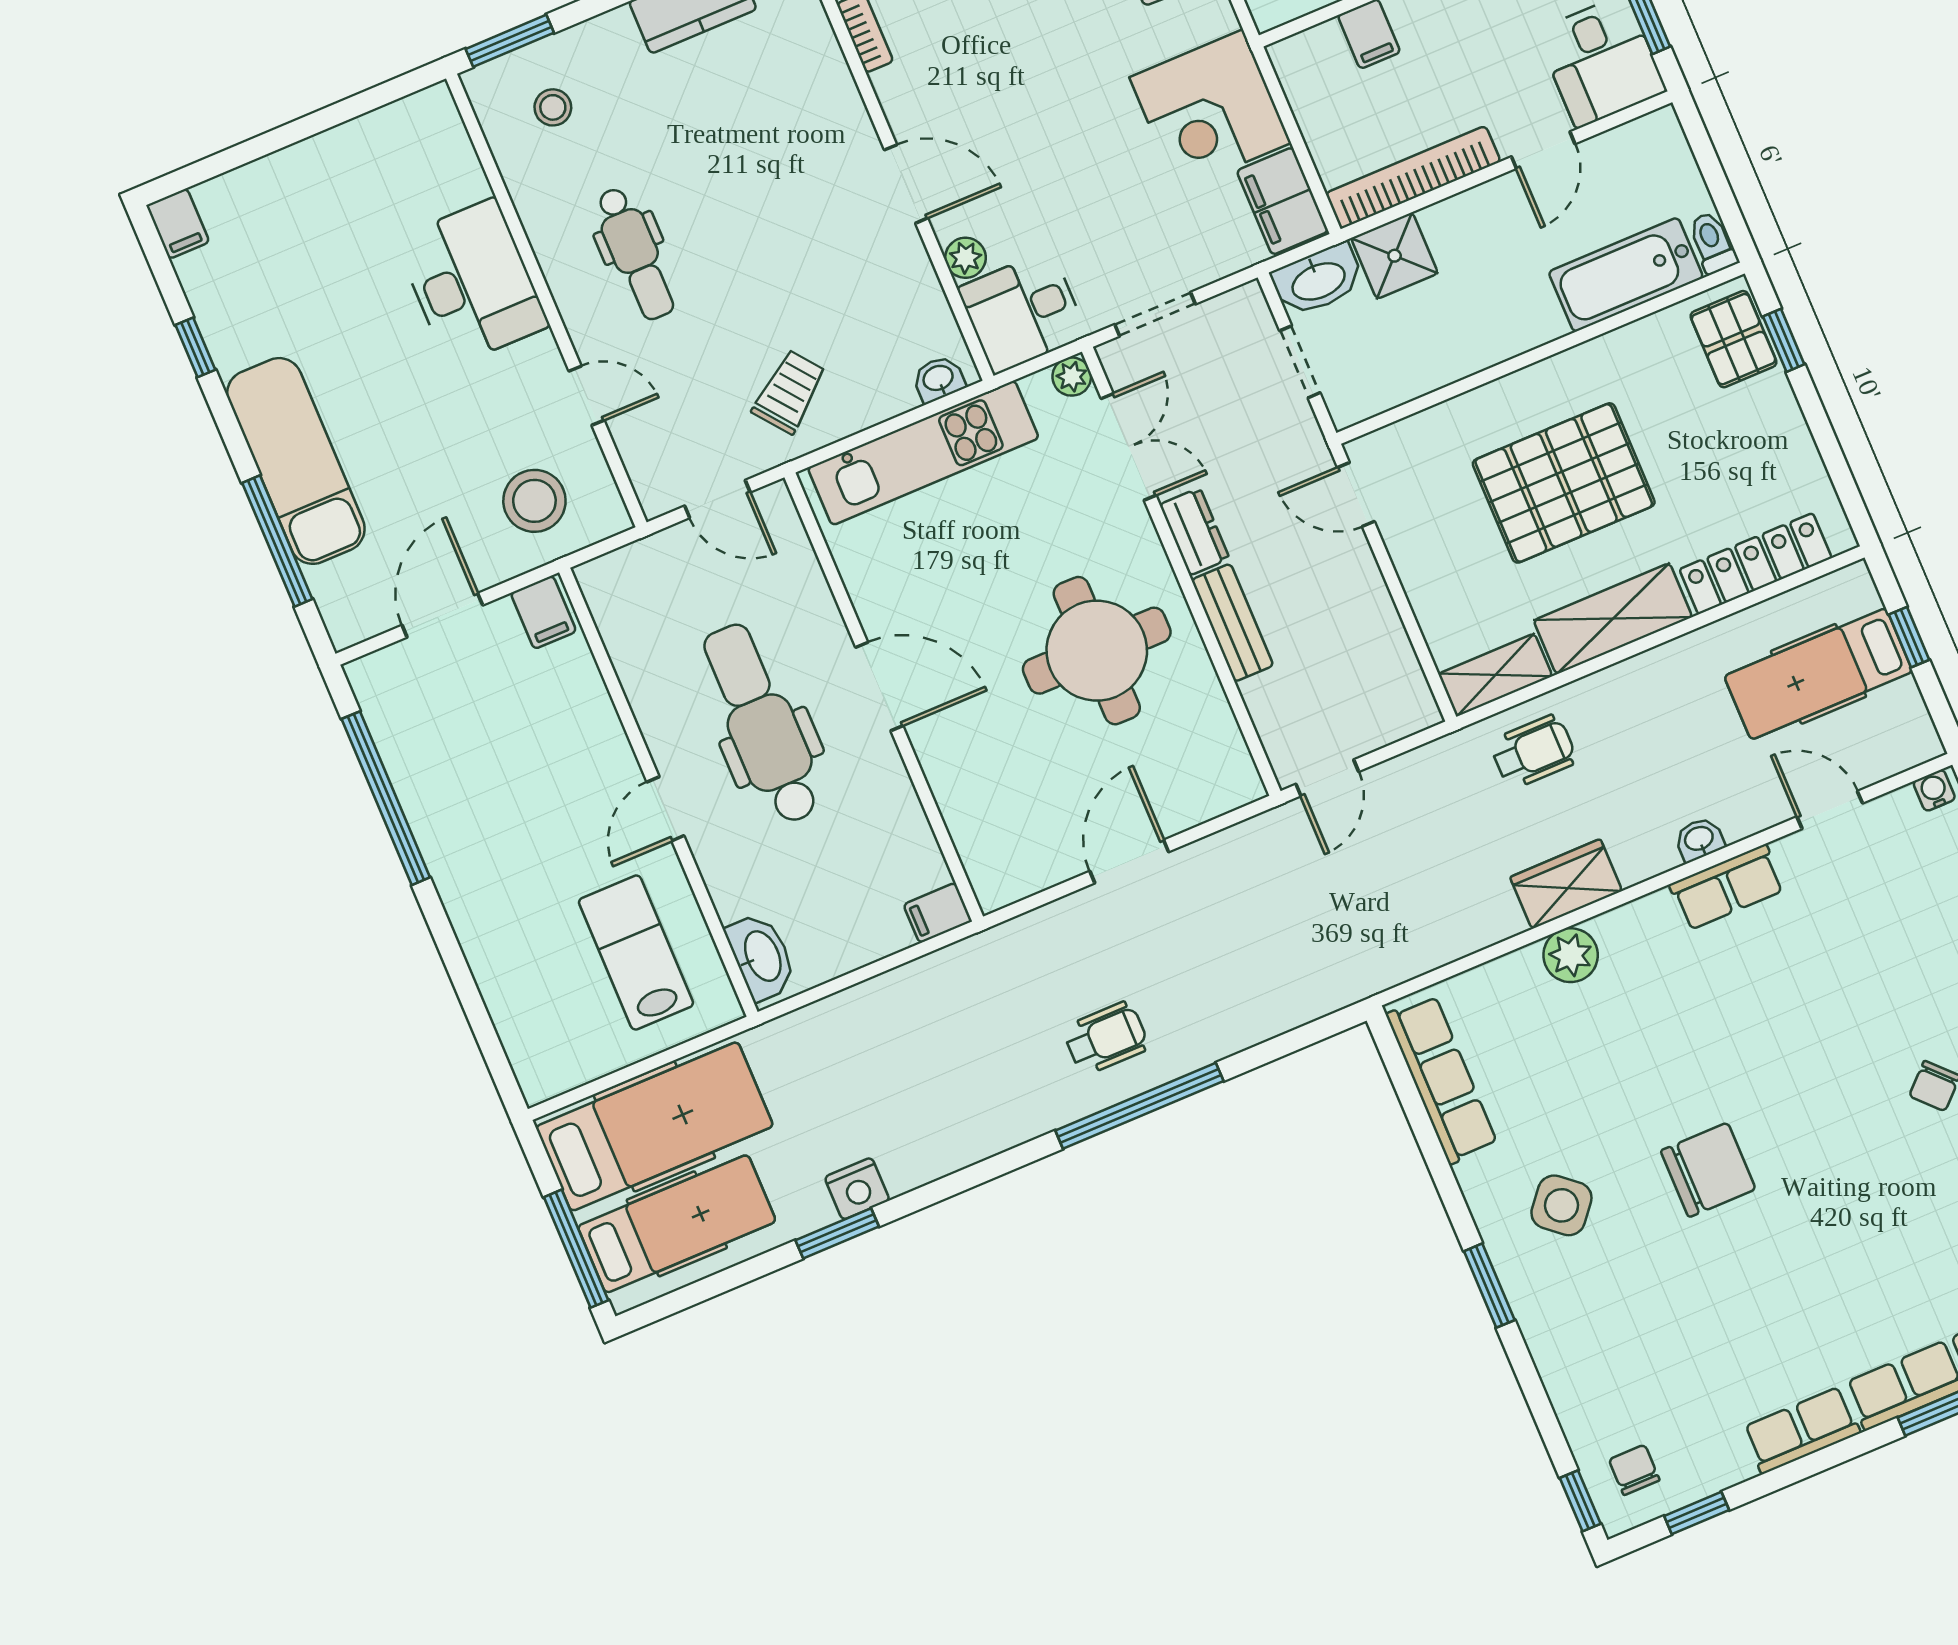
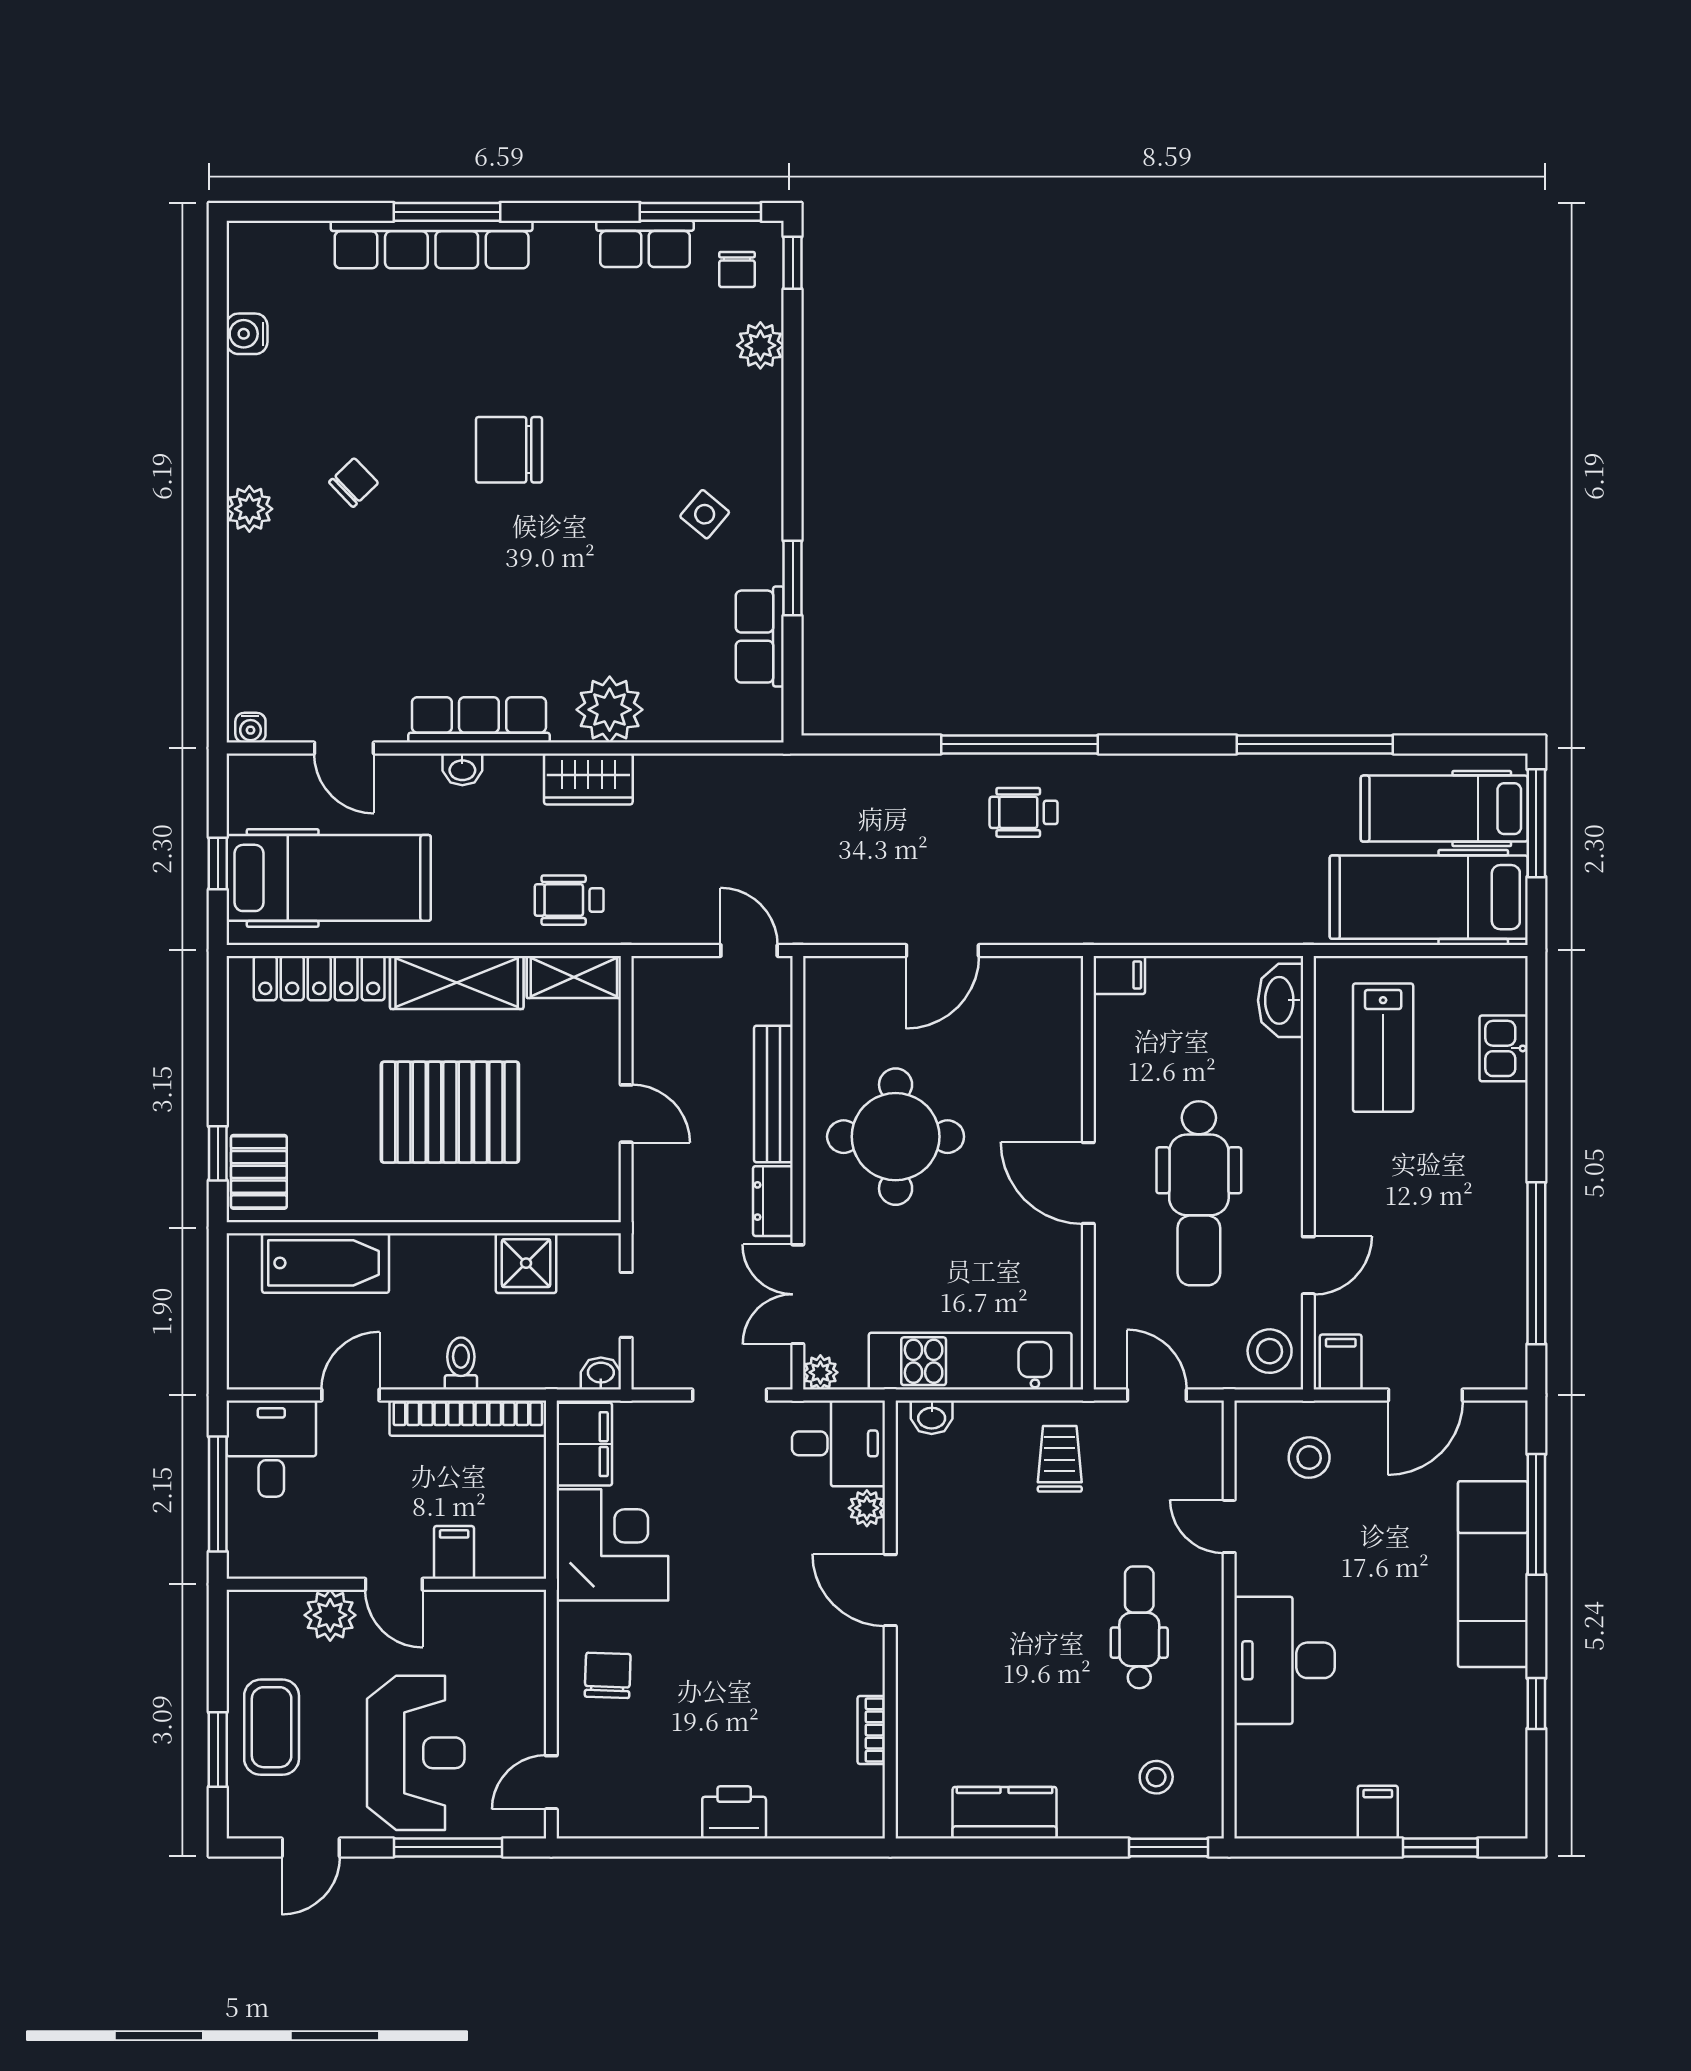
window: (232, 158) -> (1440, 1847), added
filing cabinet: (178, 224) -> (1378, 1812), moved
toilet: (1712, 243) -> (461, 1364), moved, turned 180
shower: (1395, 256) -> (526, 1263), moved
washbasin: (1318, 280) -> (601, 1374), width x0.52, depth x0.69
trolley: (789, 392) -> (1060, 1459), turned 128
door: (1356, 494) -> (626, 1114), moved
stool: (534, 501) -> (1309, 1458), width x0.73, depth x0.73
stool: (621, 593) -> (1270, 1351), added
bench: (1232, 623) -> (773, 1094), width x1.36
hospital bed: (1818, 674) -> (329, 878), width x1.37, depth x1.29
door: (1327, 778) -> (749, 950), hinge flipped
door: (665, 809) -> (1308, 1265), moved
row of seats: (1727, 887) -> (479, 720), width x1.48
plant: (1571, 955) -> (610, 710), width x1.36, depth x1.36
kitchen sink: (512, 1004) -> (1504, 1048), added
row of seats: (1442, 1079) -> (760, 637), width x0.68
chair: (1708, 1170) -> (509, 450), moved
nightstand: (857, 1189) -> (1283, 775), removed
side table: (1561, 1205) -> (705, 514), width x0.73, depth x0.73
window: (837, 1233) -> (1315, 744), width x2.11
window: (1489, 1286) -> (793, 578), moved
plant: (1577, 1402) -> (760, 345), added
row of seats: (1801, 1430) -> (645, 244), moved
window: (1697, 1513) -> (700, 212), width x2.17

